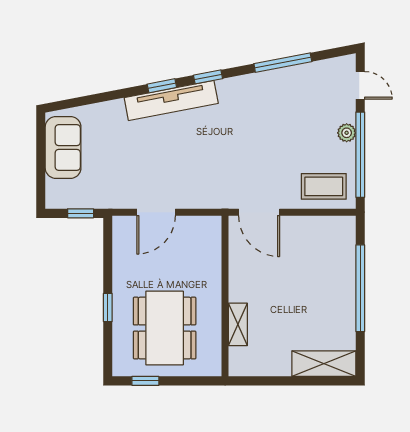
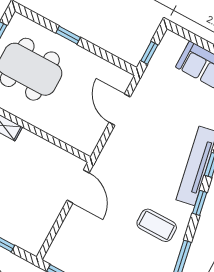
coffee table: (324, 186) -> (157, 225), moved, turned 90
door: (259, 212) -> (78, 186), swing flipped

